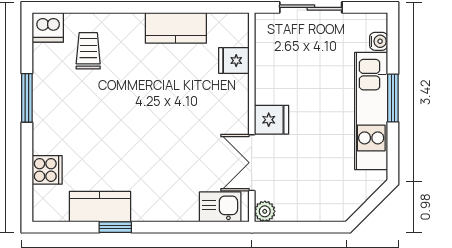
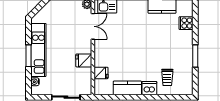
dishwasher: (48, 27) -> (149, 88), moved
fridge: (271, 120) -> (84, 60), moved

